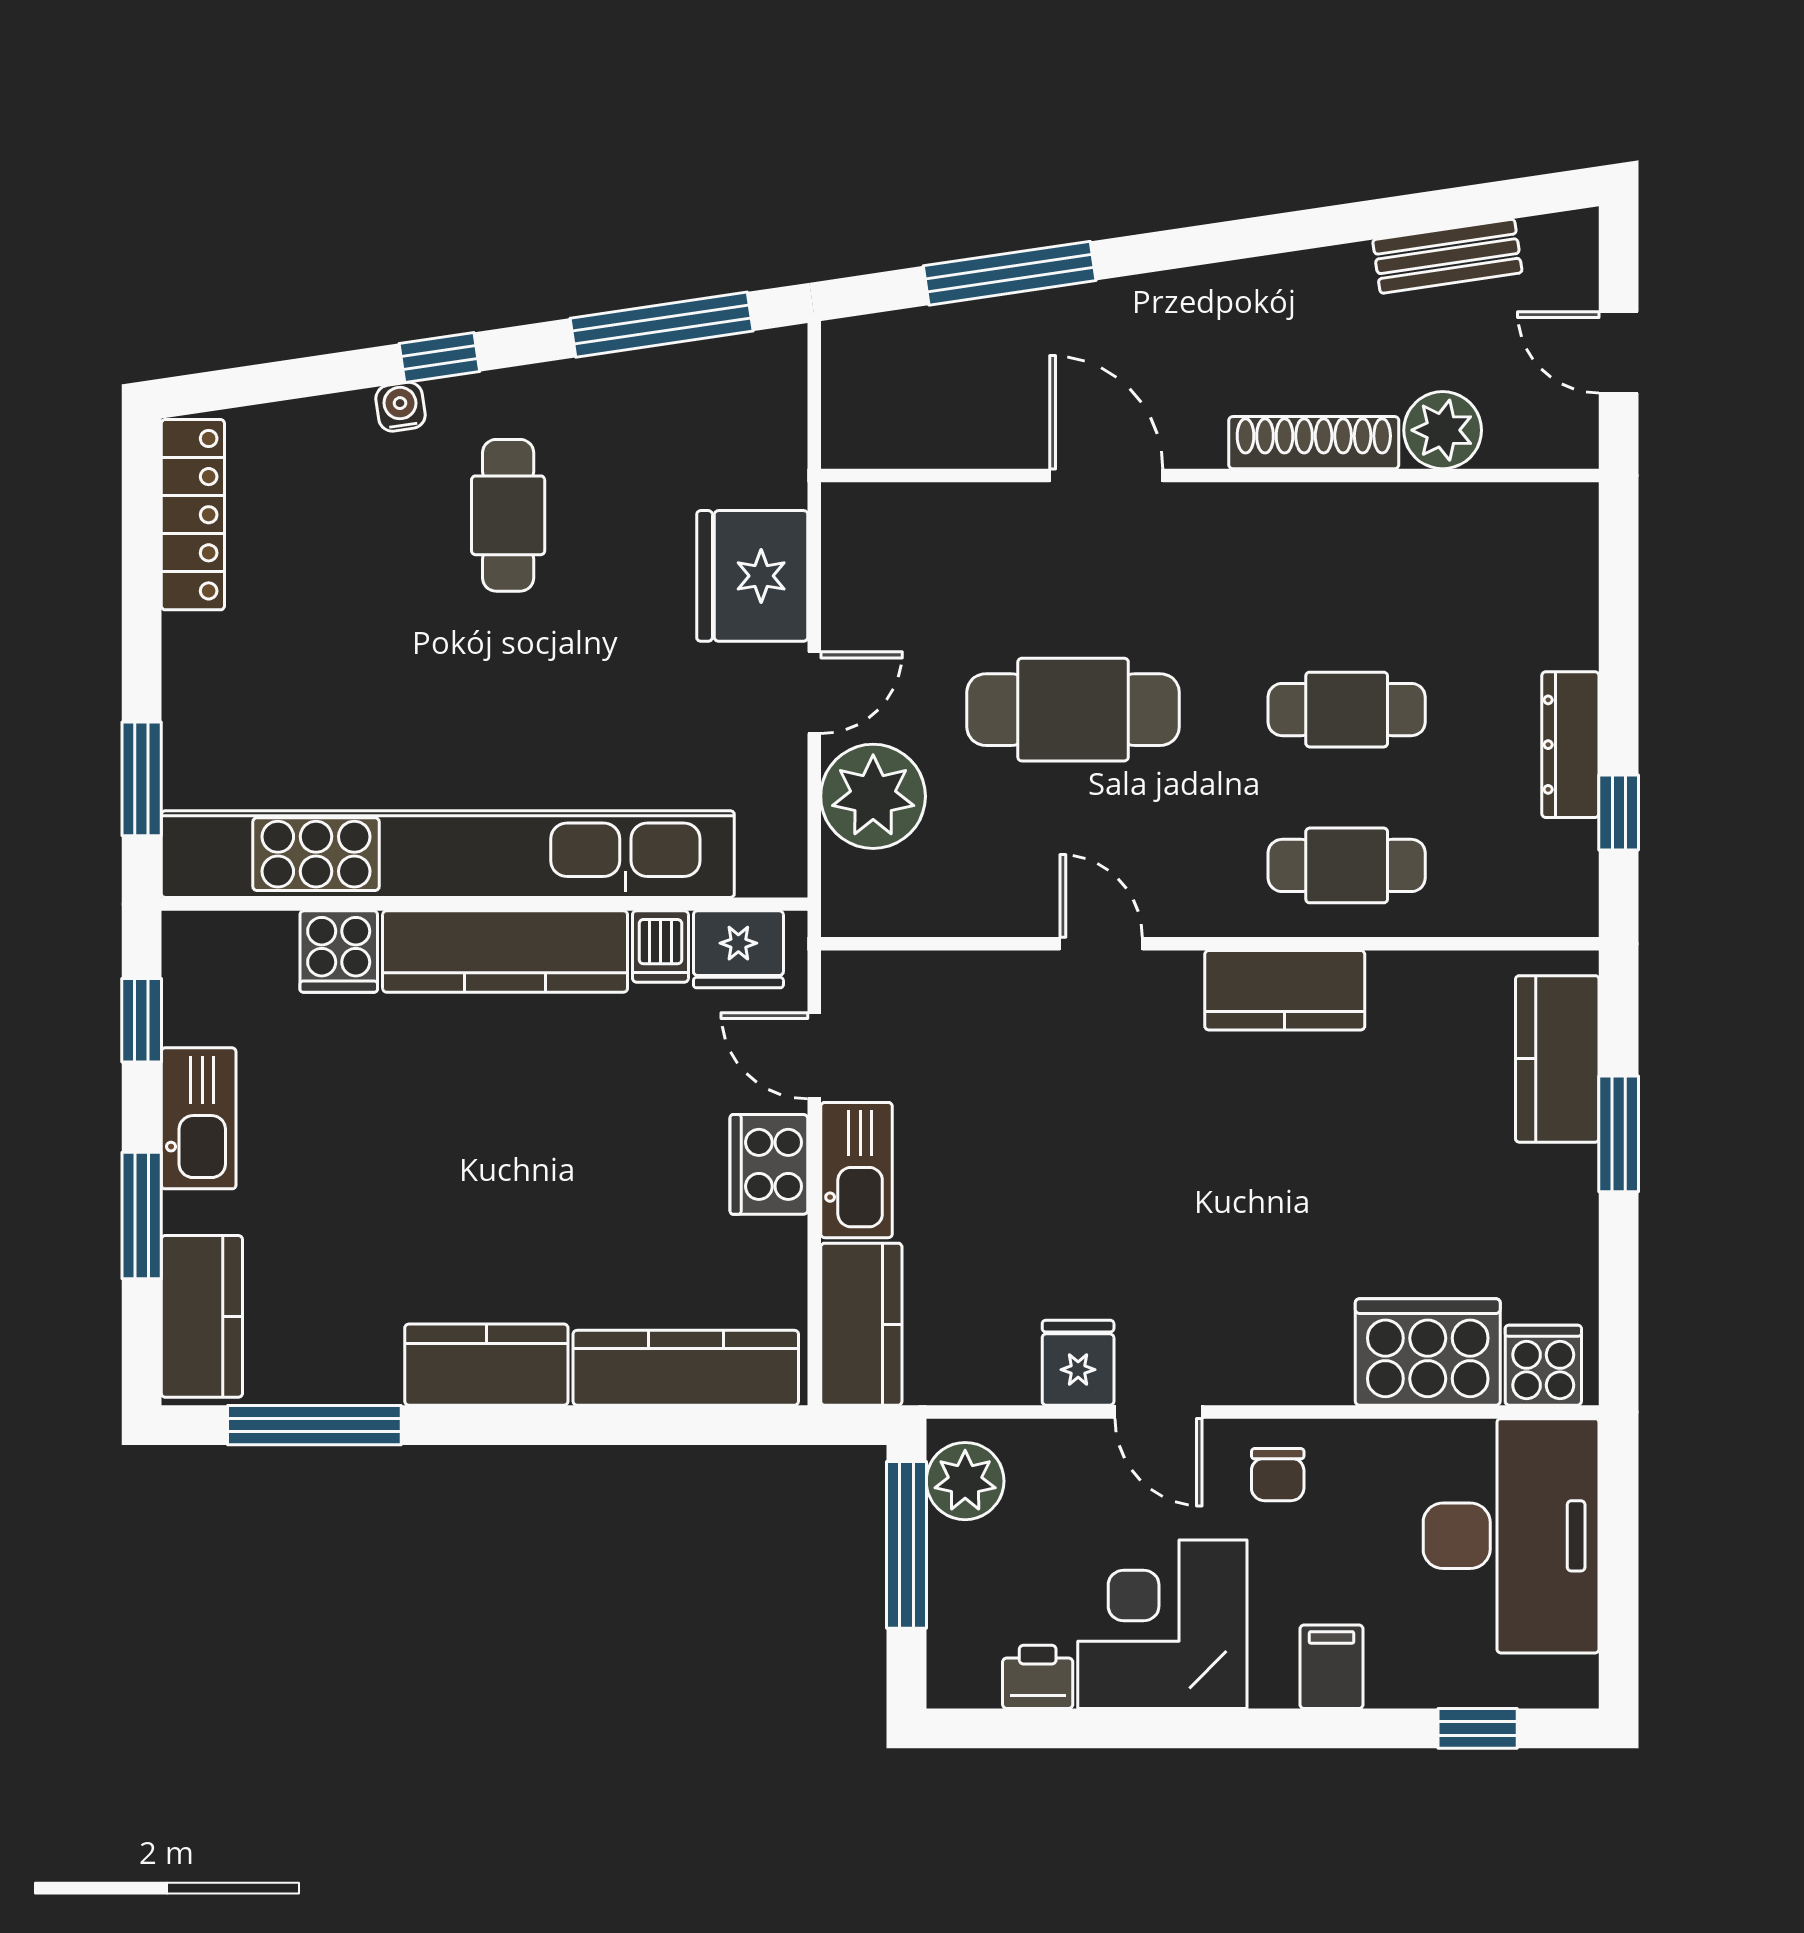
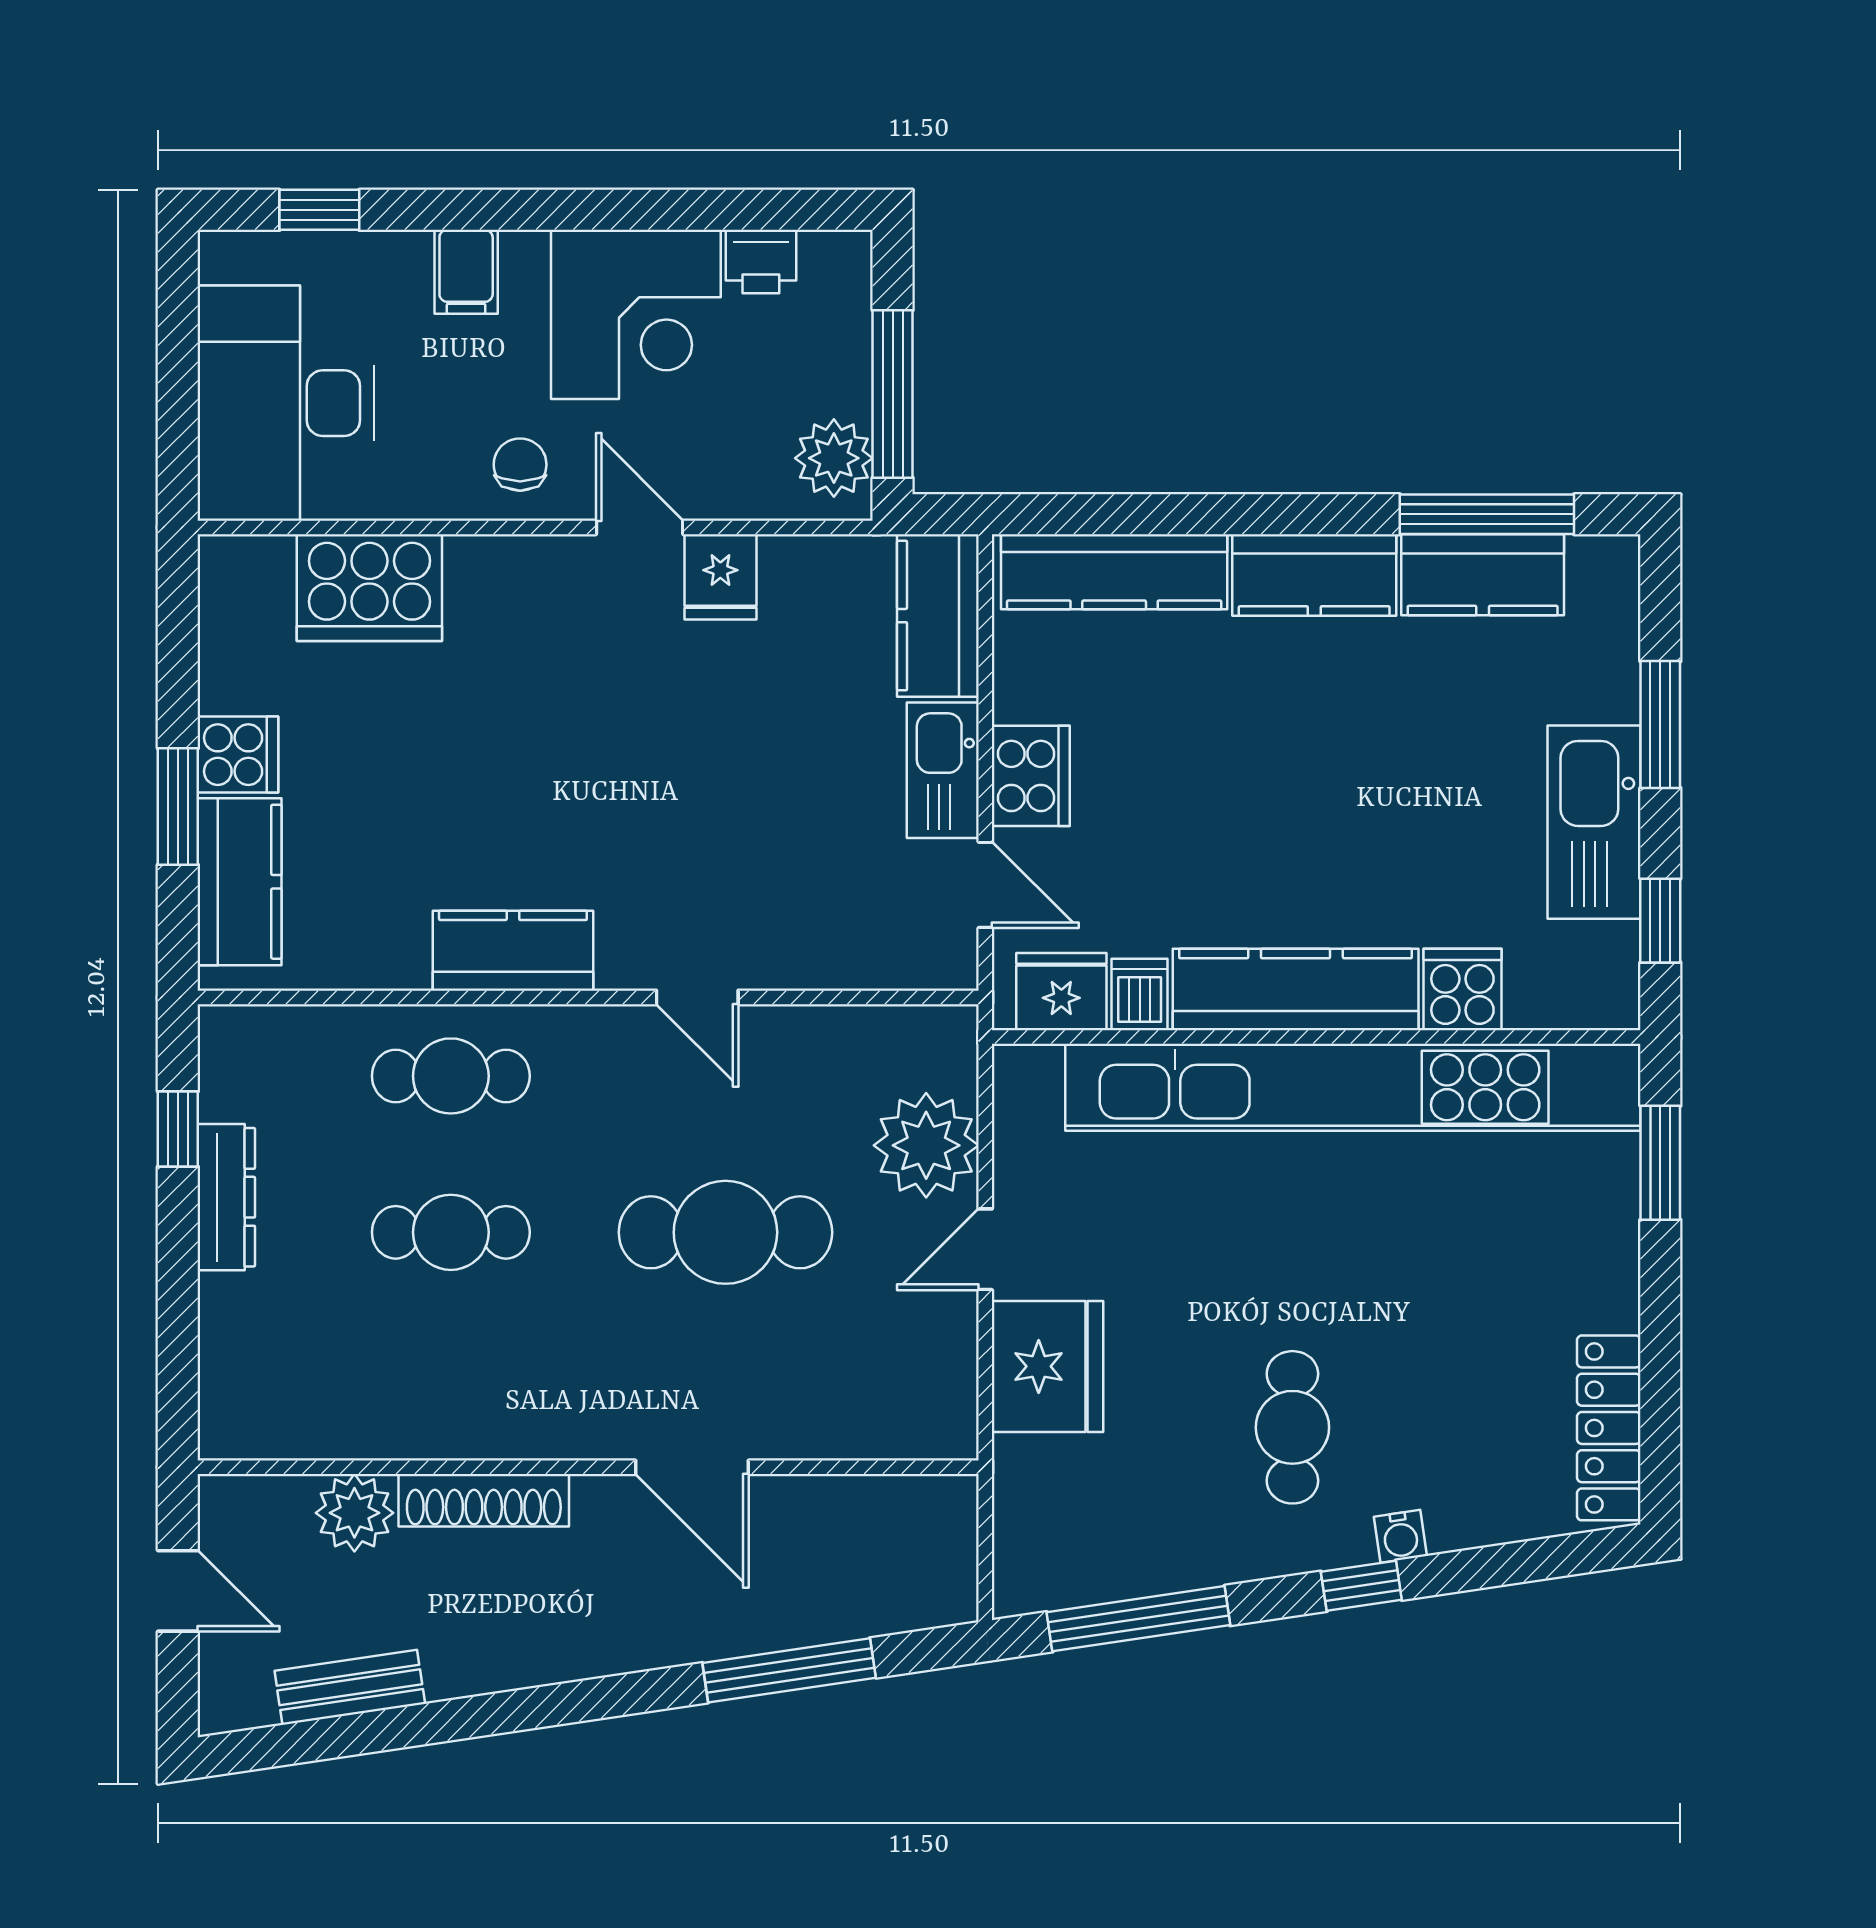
kitchen sink: (199, 1118) -> (1594, 822), width x1.36, depth x1.24
kitchen counter: (202, 1316) -> (1483, 575), moved, turned -90
cooker: (1543, 1365) -> (238, 755), moved, turned -90

